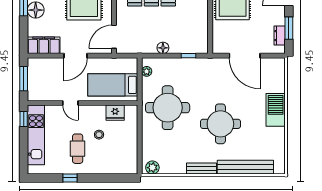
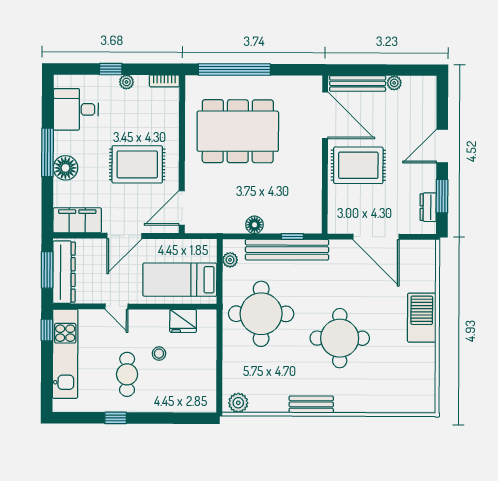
dresser: (35, 80) -> (64, 272), added
bench: (245, 167) -> (287, 250), moved

